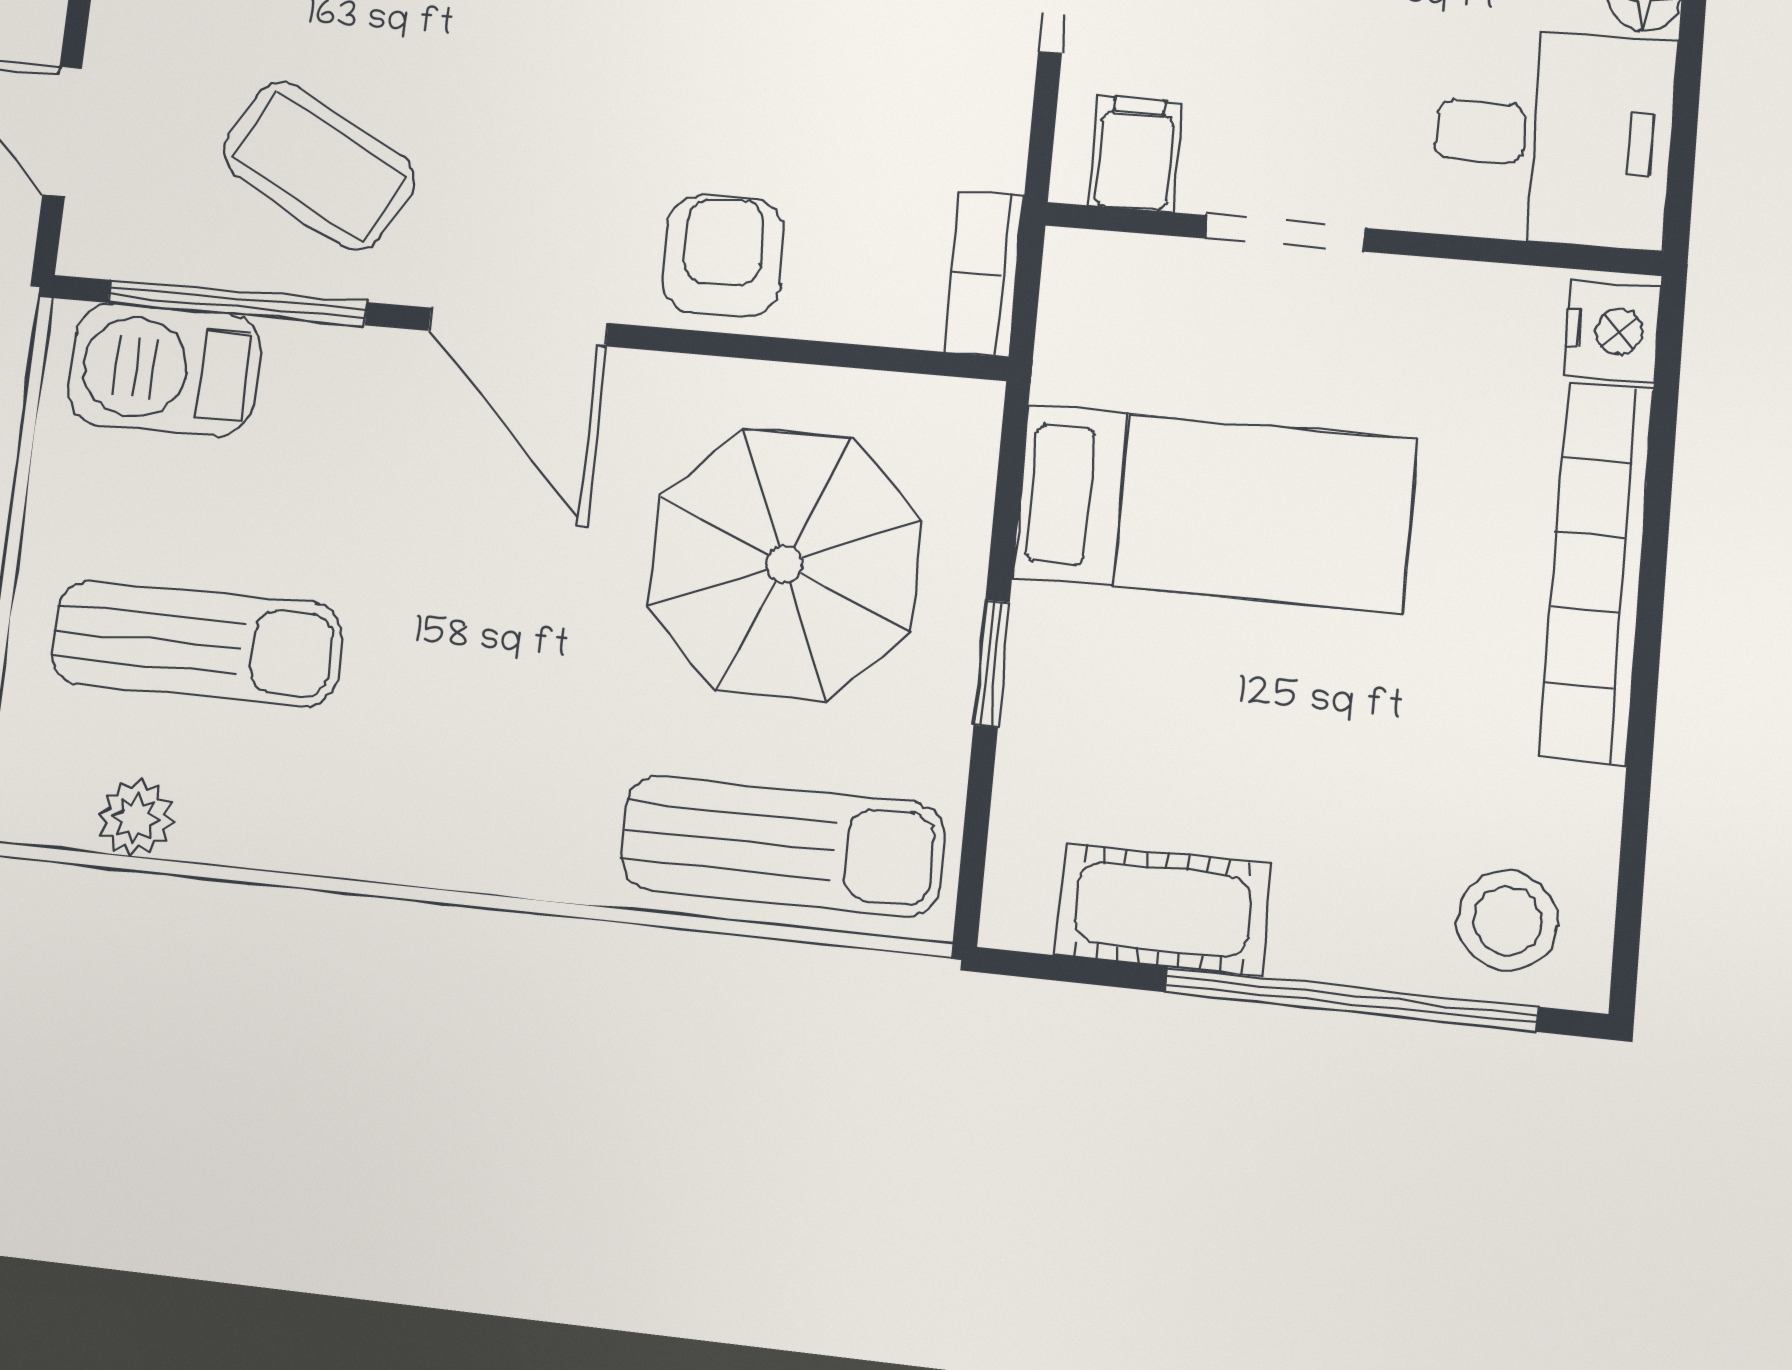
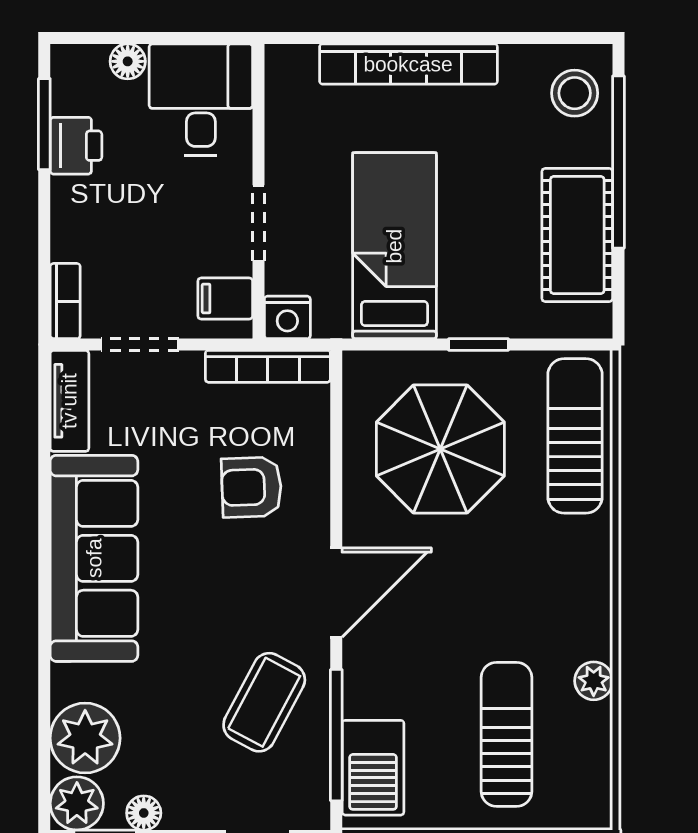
armchair: (723, 256) -> (251, 487), moved
bookcase: (984, 274) -> (268, 366), width x1.56
nightstand: (1612, 331) -> (287, 317), moved, turned 180
plant: (136, 818) -> (594, 681), moved
cot: (1163, 910) -> (577, 235), width x1.37, depth x1.34

